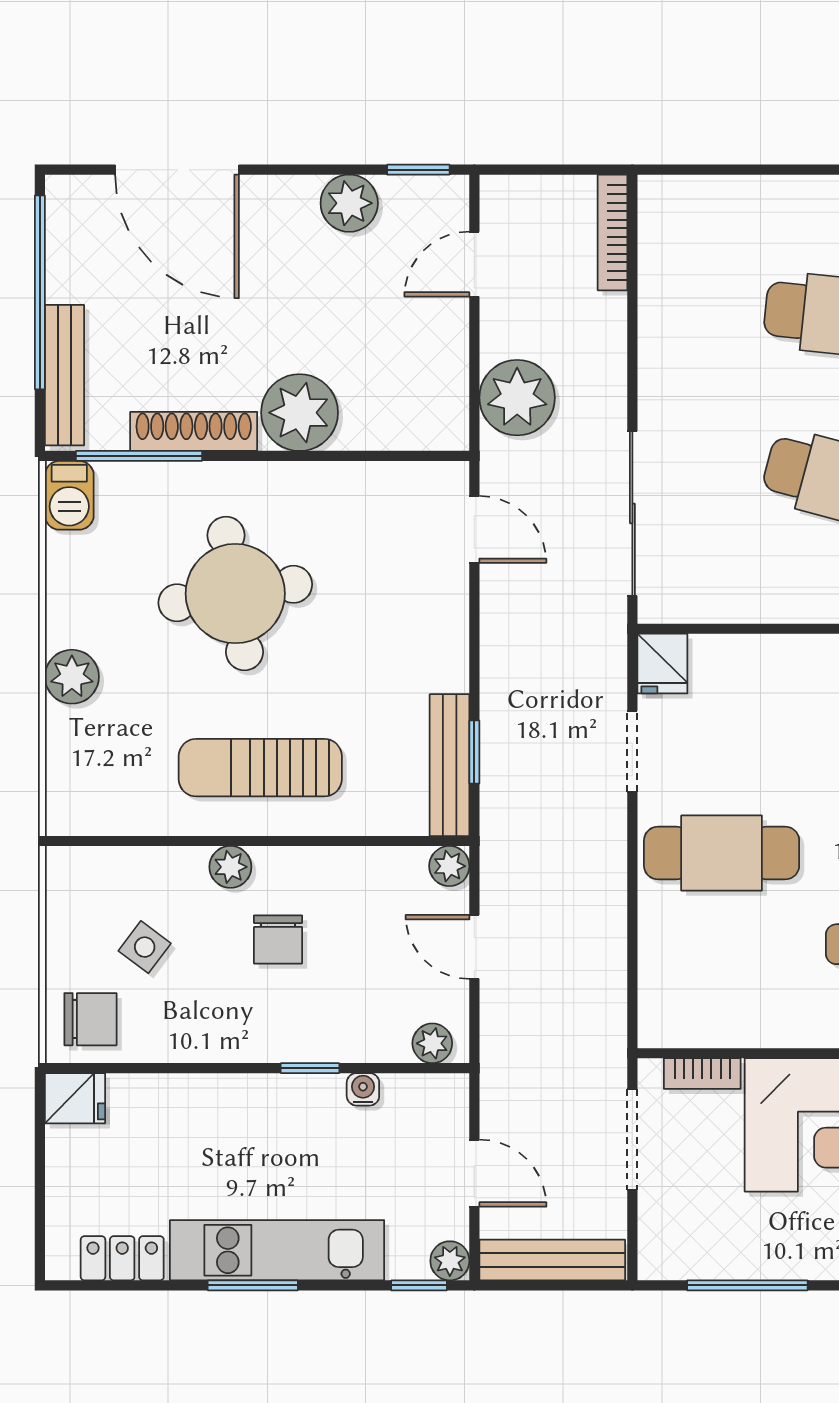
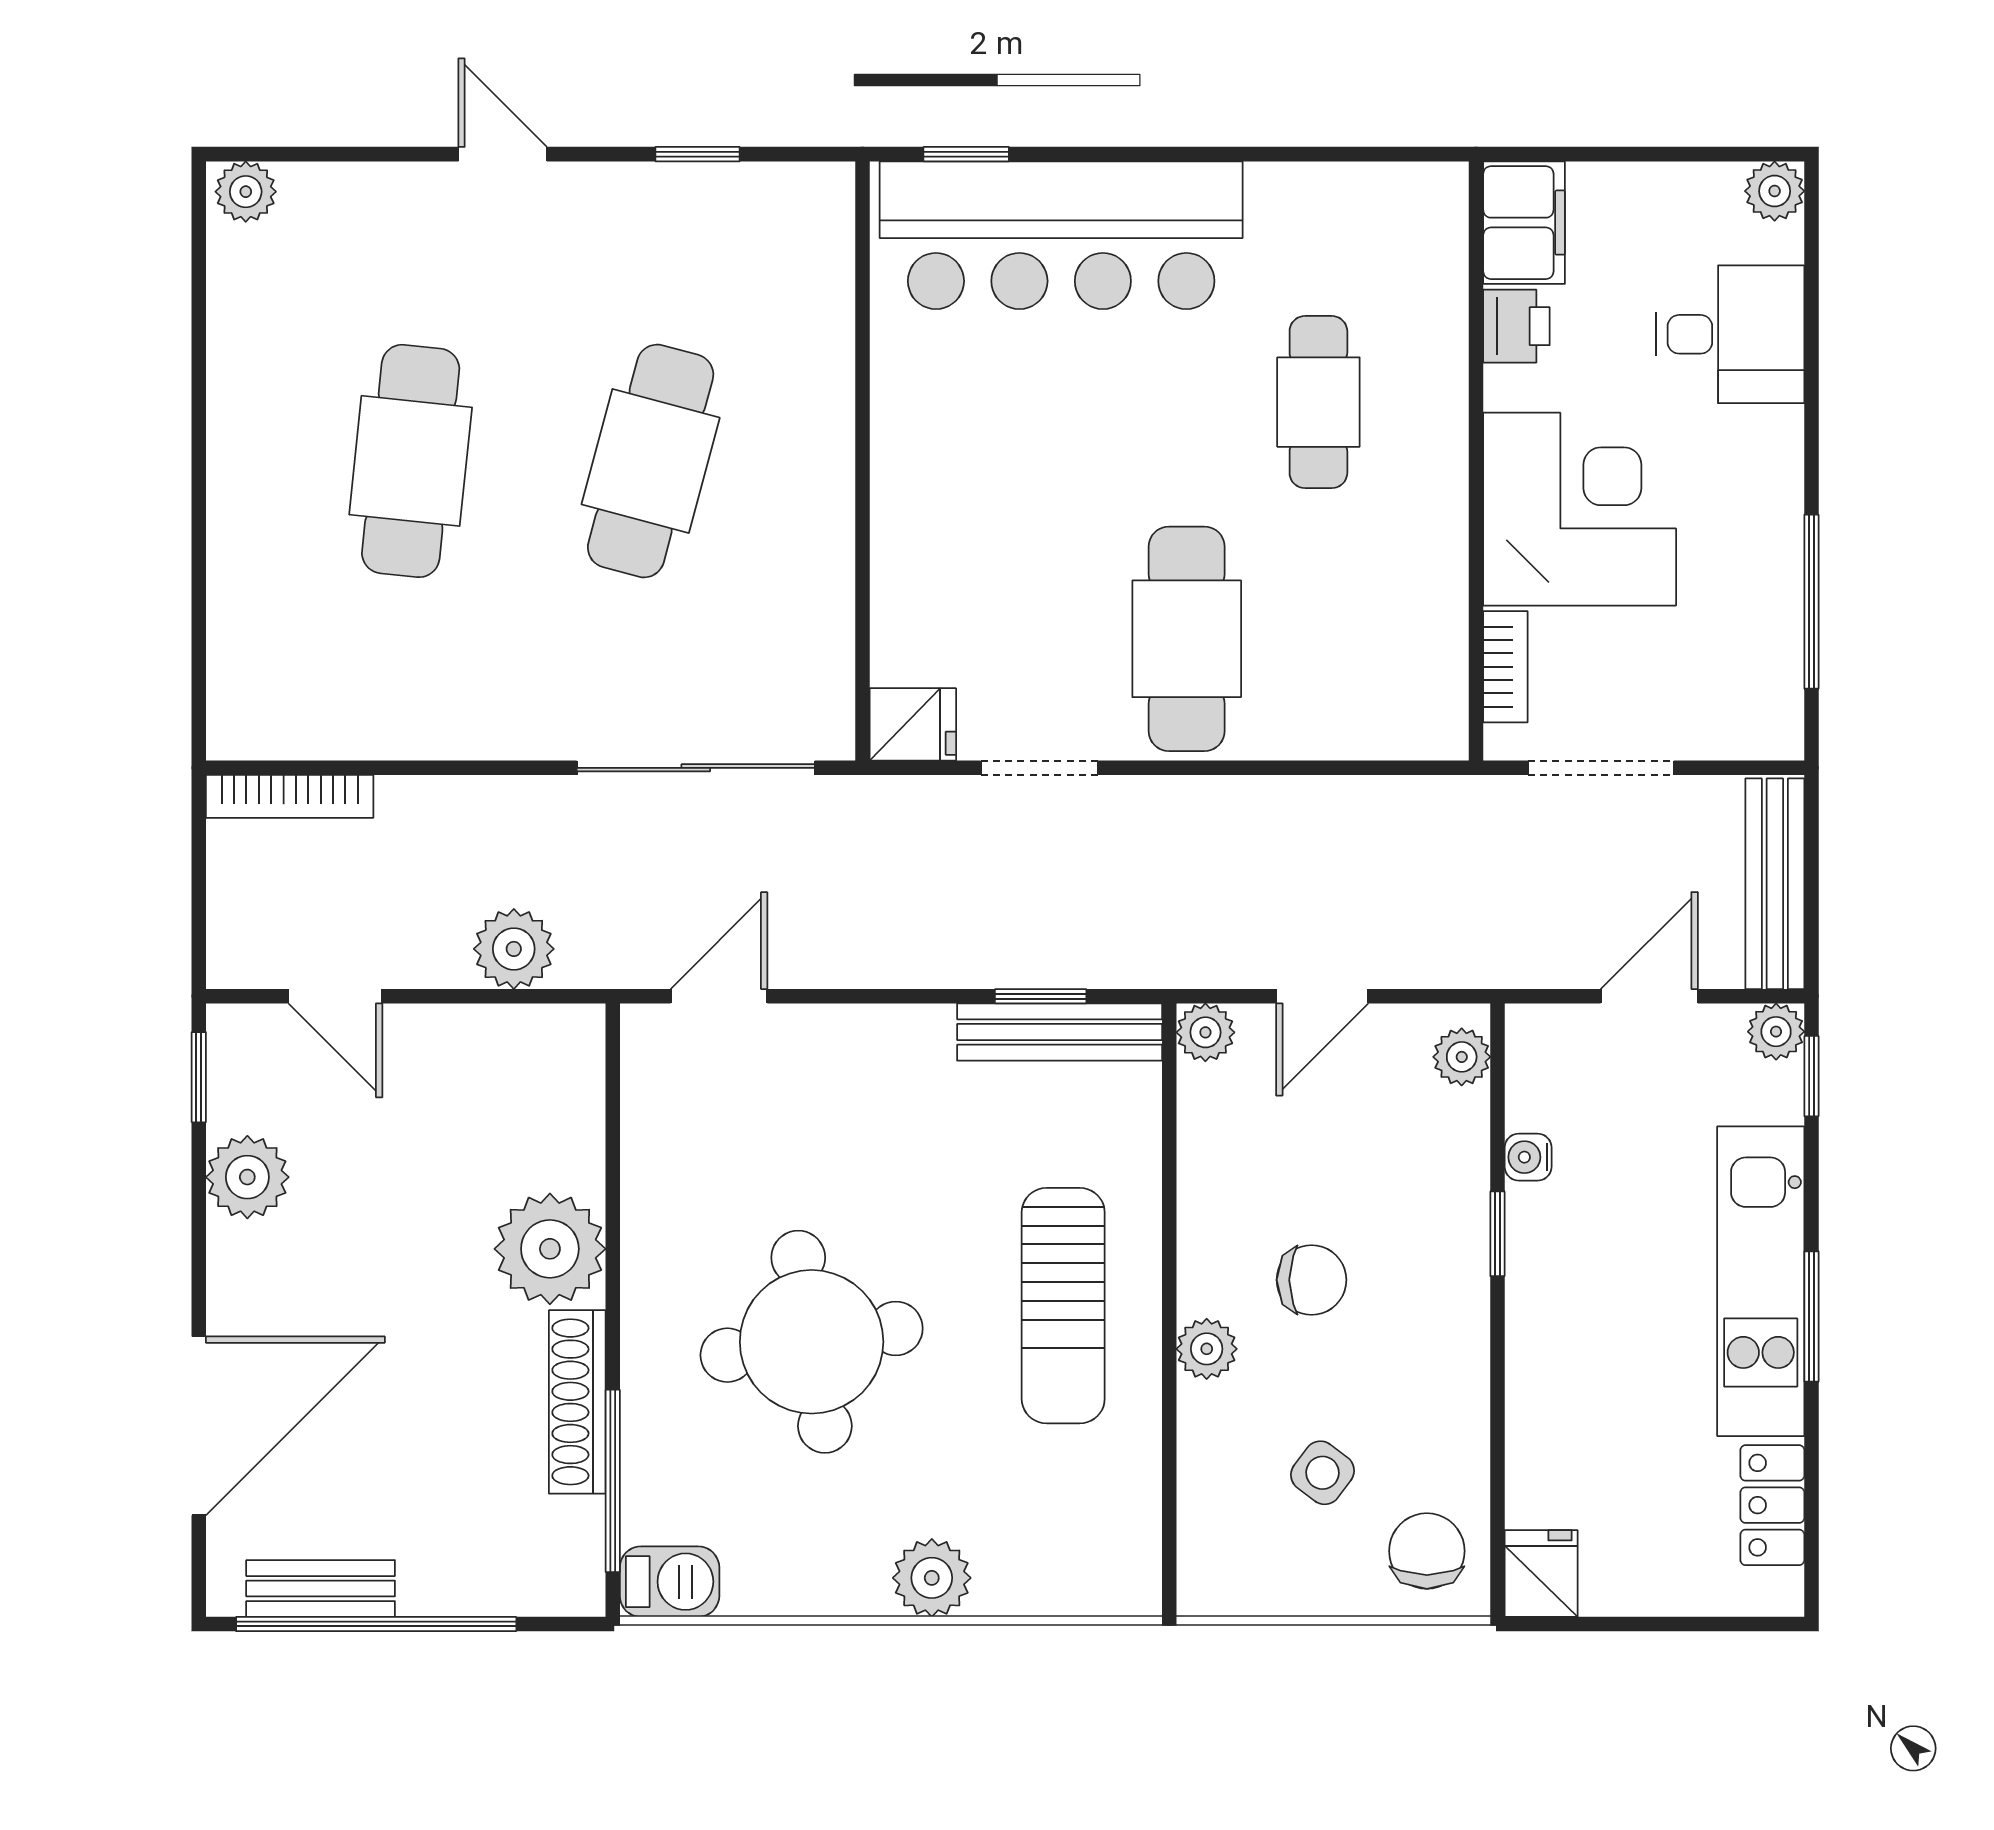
bench: (65, 375) -> (321, 1589), moved, width x0.73
plant: (517, 398) -> (514, 949), width x0.73, depth x0.73

